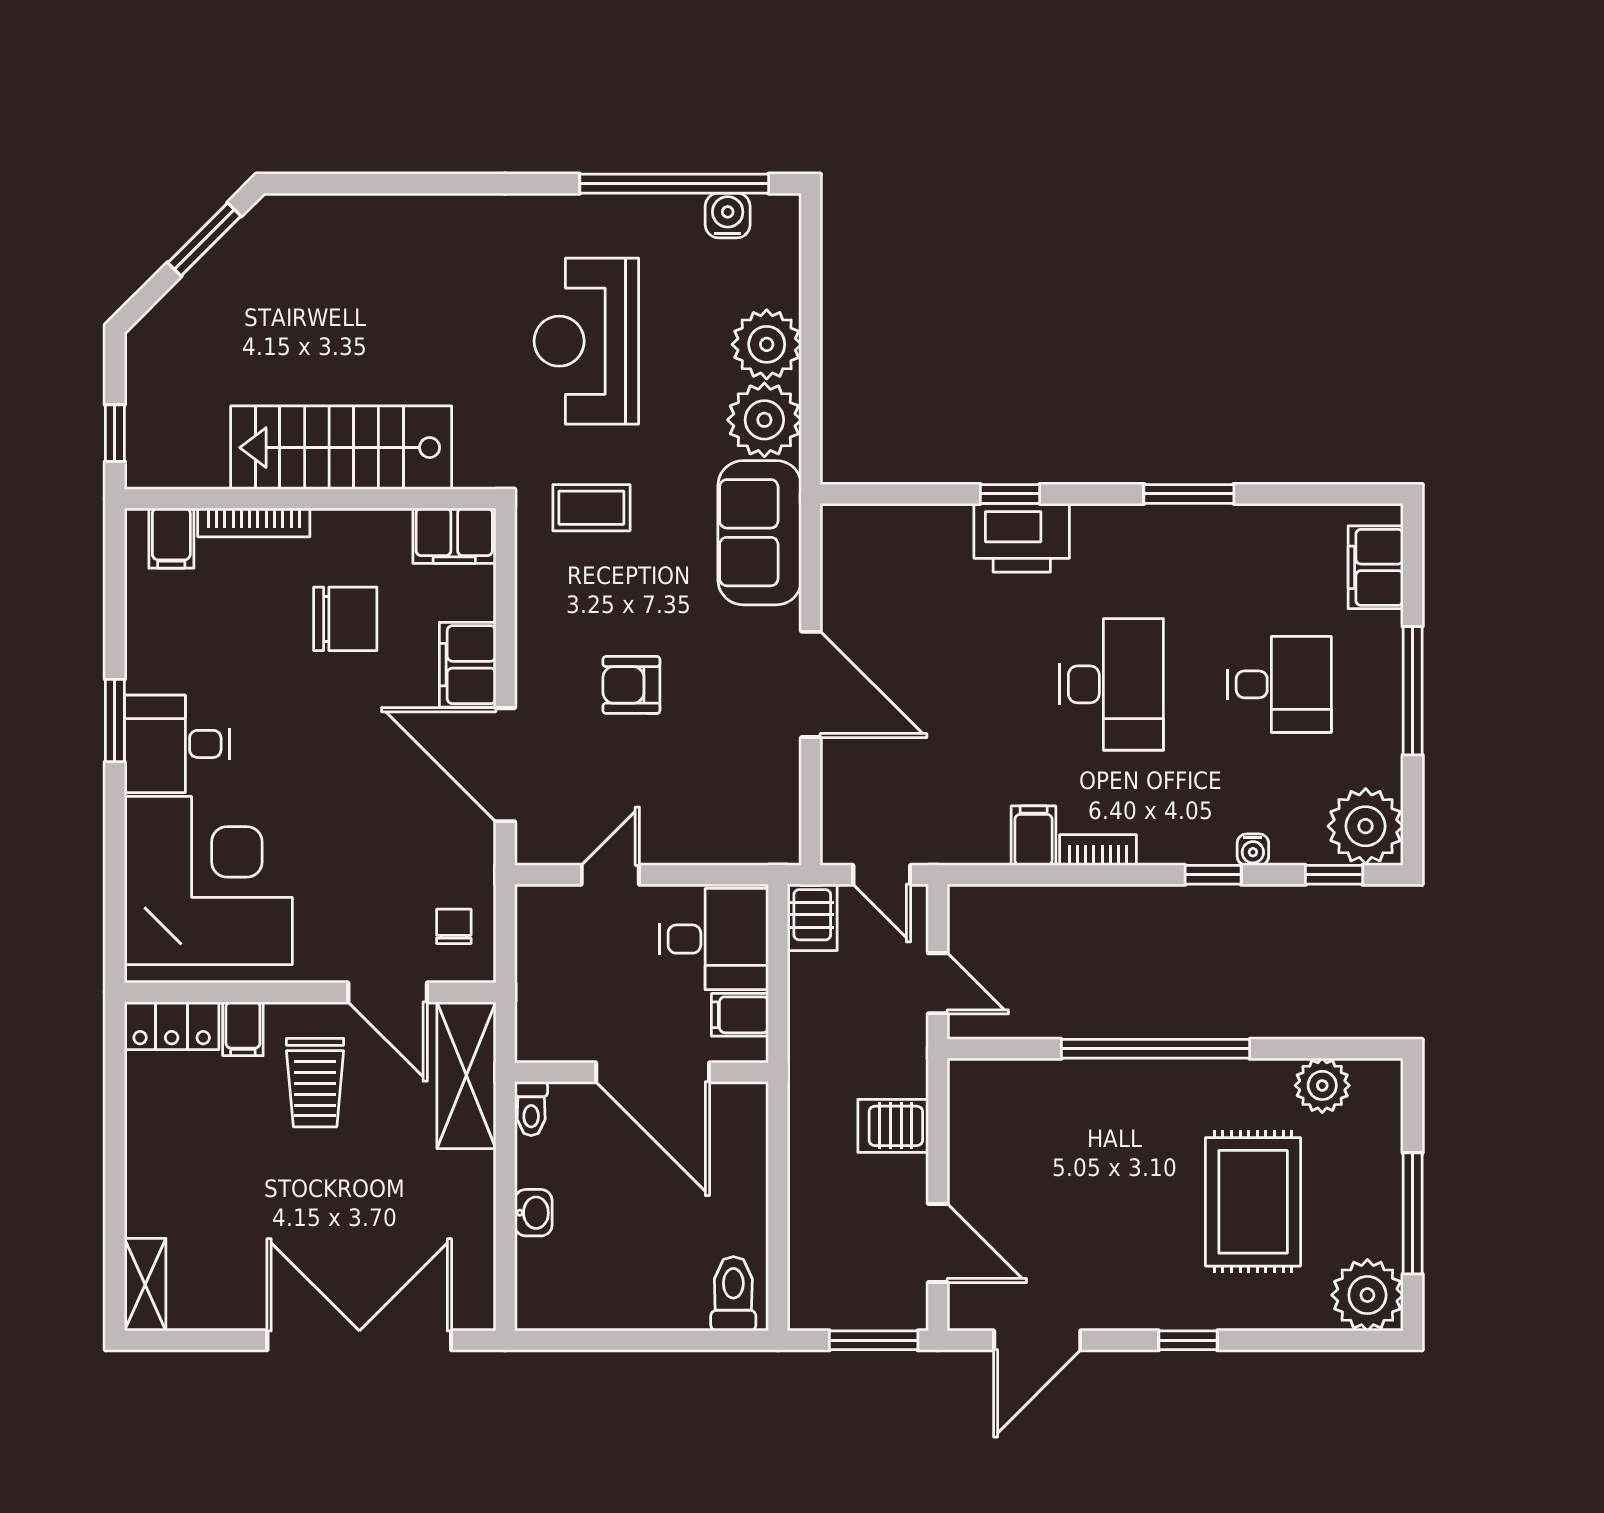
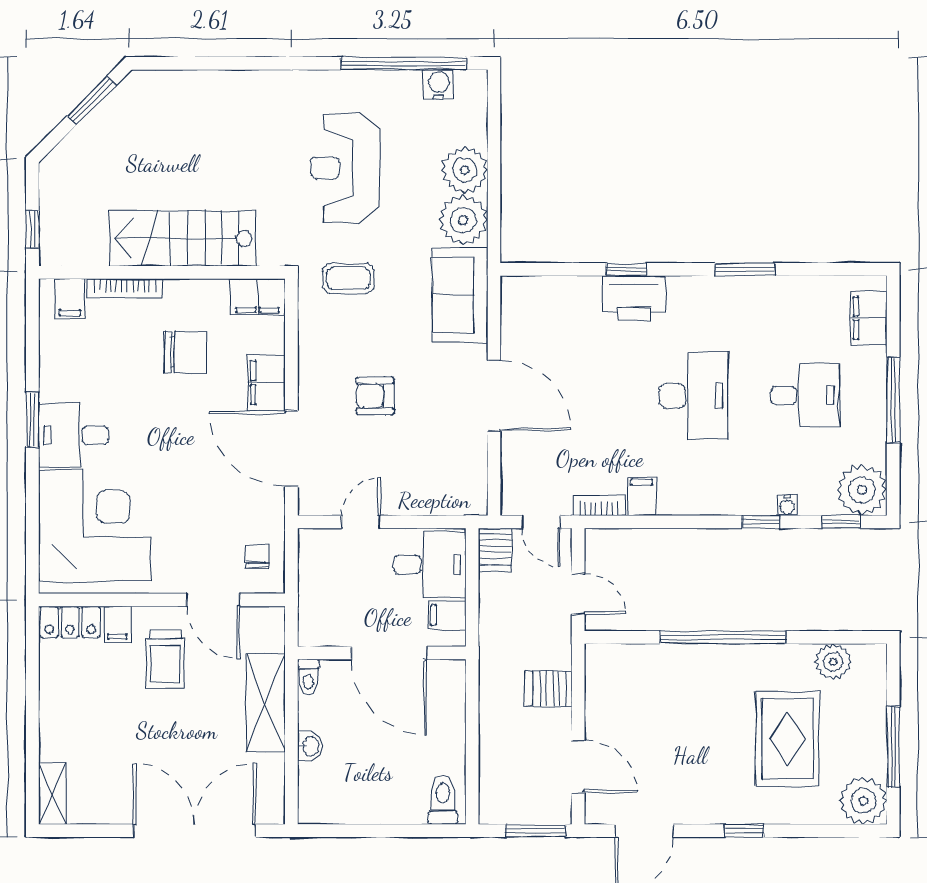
bookcase: (1098, 850) -> (599, 506), moved
shelving: (466, 1075) -> (266, 703), moved

